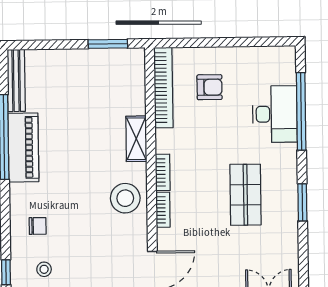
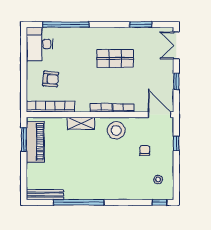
armchair: (210, 87) -> (51, 79), turned 95
desk: (275, 114) -> (40, 44), moved, turned -90
piano: (23, 147) -> (35, 142), moved, turned 90
window: (302, 202) -> (141, 24), moved
chair: (38, 226) -> (145, 150), moved

